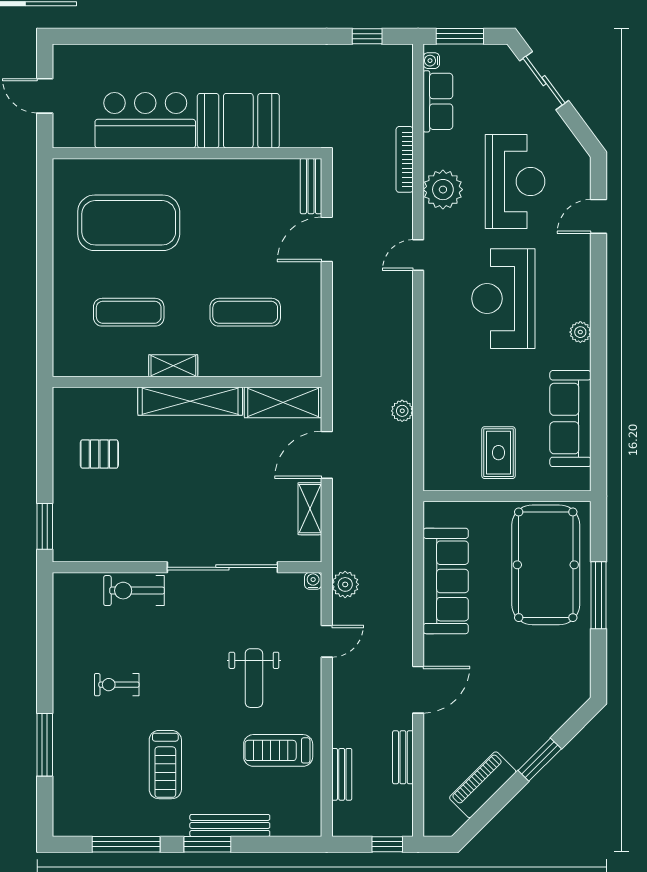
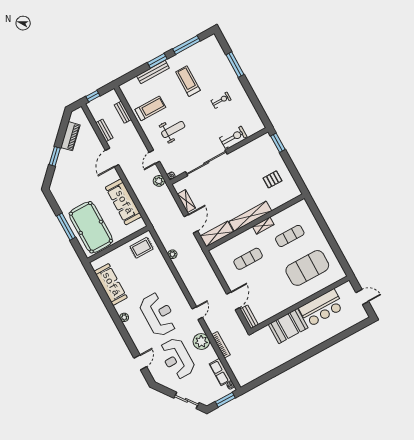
window: (367, 36) -> (258, 381), removed
rug: (498, 453) -> (141, 248), moved, turned 90
weight bench: (254, 678) -> (173, 129), turned 90

